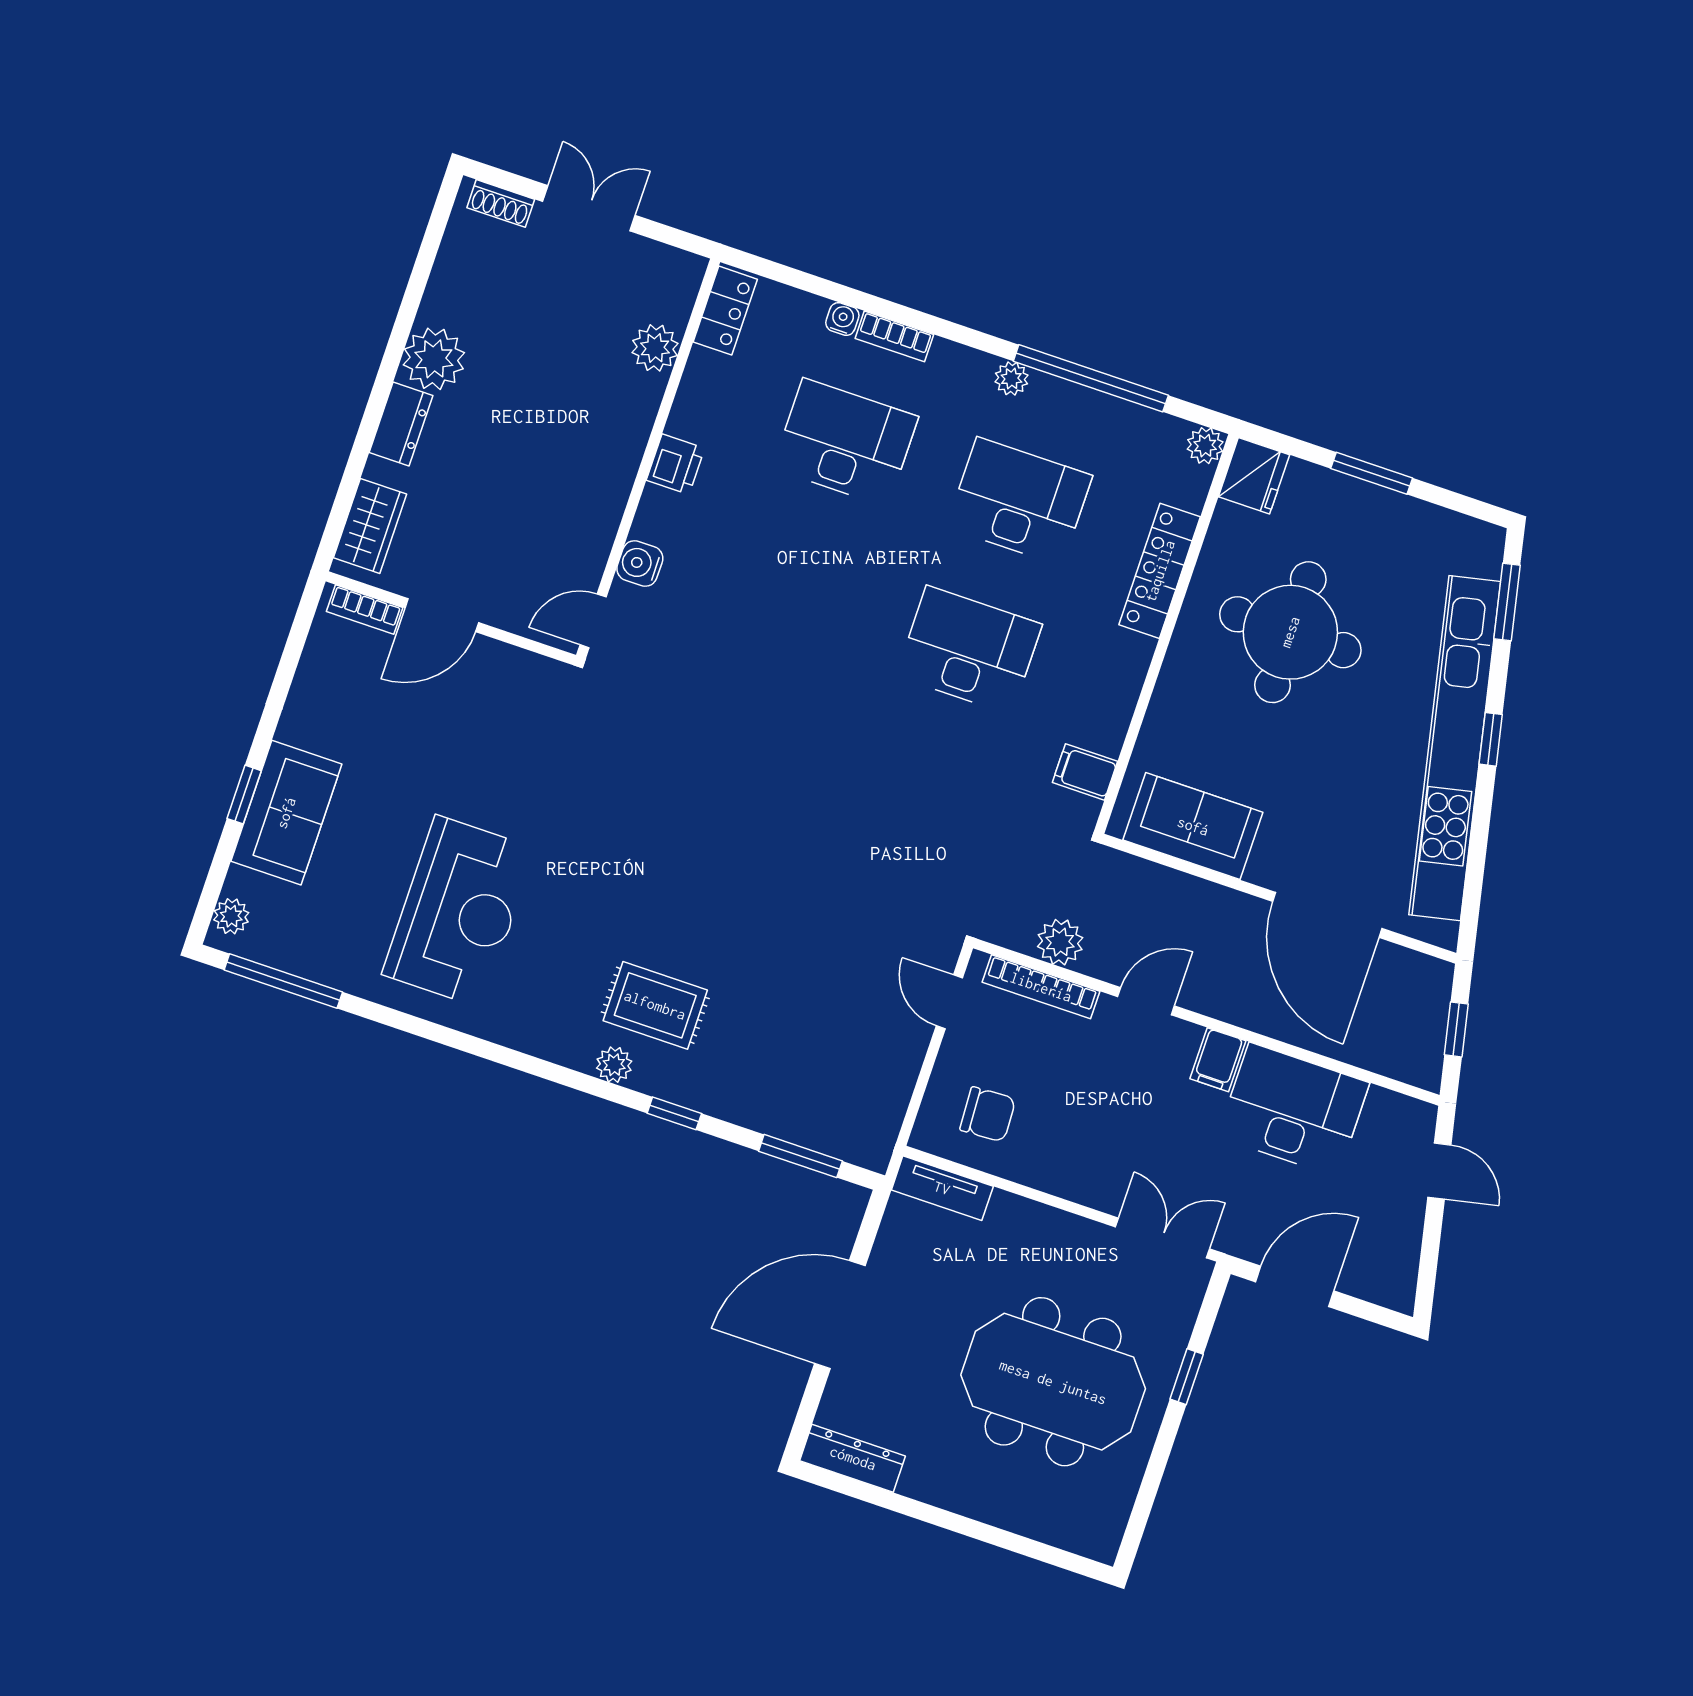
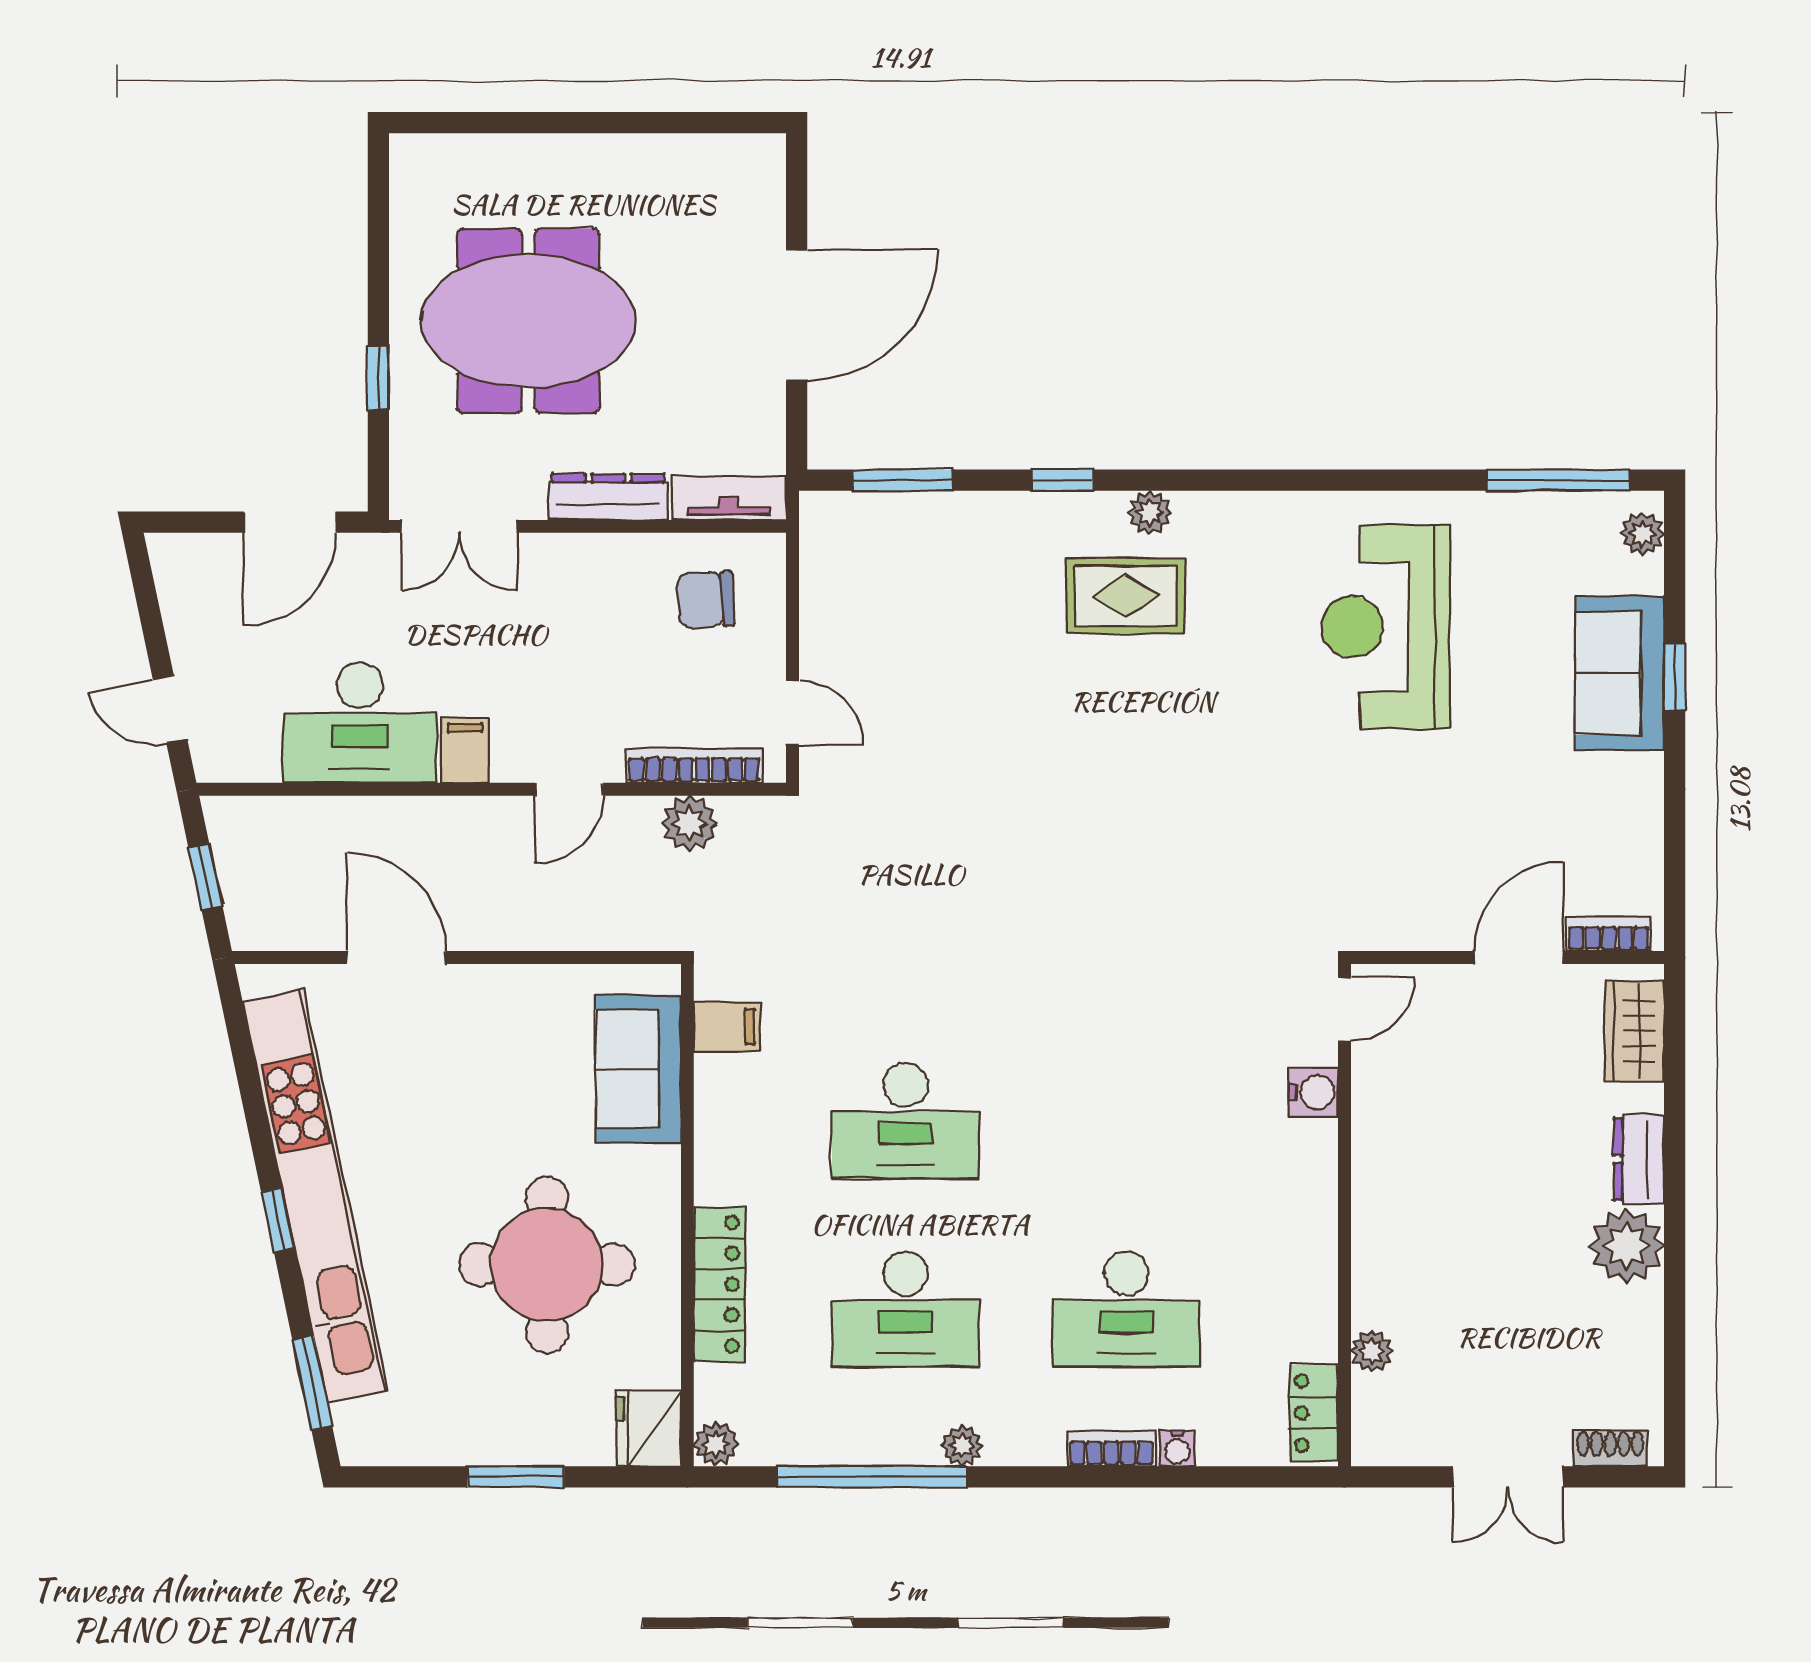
plant: (655, 348) -> (1371, 1351), width x0.73, depth x0.73
printer: (675, 464) -> (1311, 1219), removed
sofa: (1193, 826) -> (638, 1069), moved, turned 90
door: (1327, 915) -> (396, 957), width x0.73
dresser: (853, 1458) -> (608, 497), moved, turned 180

